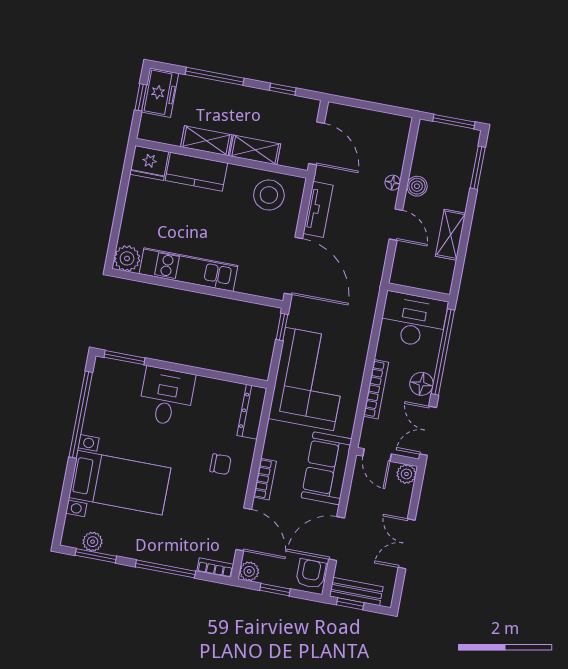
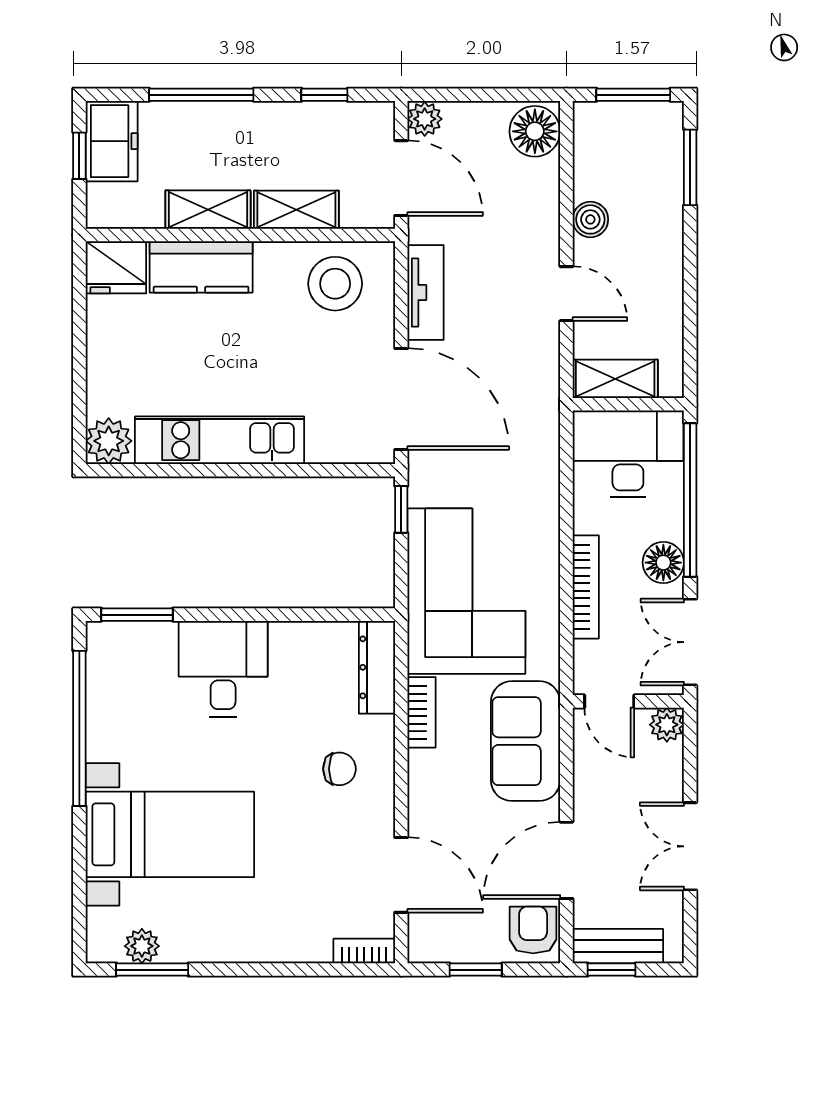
floor lamp: (393, 183) -> (535, 131), moved, width x1.89, depth x1.89
shelving: (451, 235) -> (615, 379), moved, turned 90
bookcase: (265, 479) -> (422, 712), moved
window: (165, 569) -> (278, 970), removed
plant: (249, 571) -> (425, 119), moved

